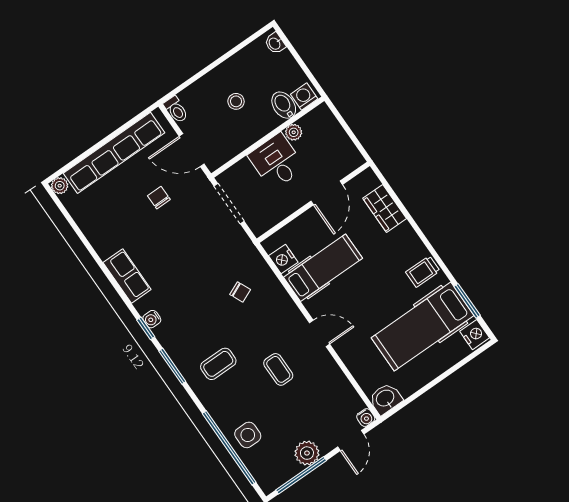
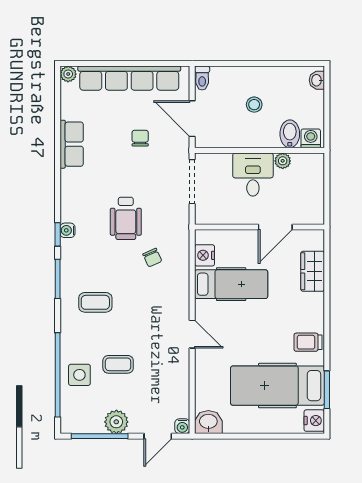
wheelchair: (194, 274) -> (126, 218), added
row of seats: (127, 276) -> (72, 144), moved
coffee table: (278, 369) -> (118, 364), moved, turned 90

